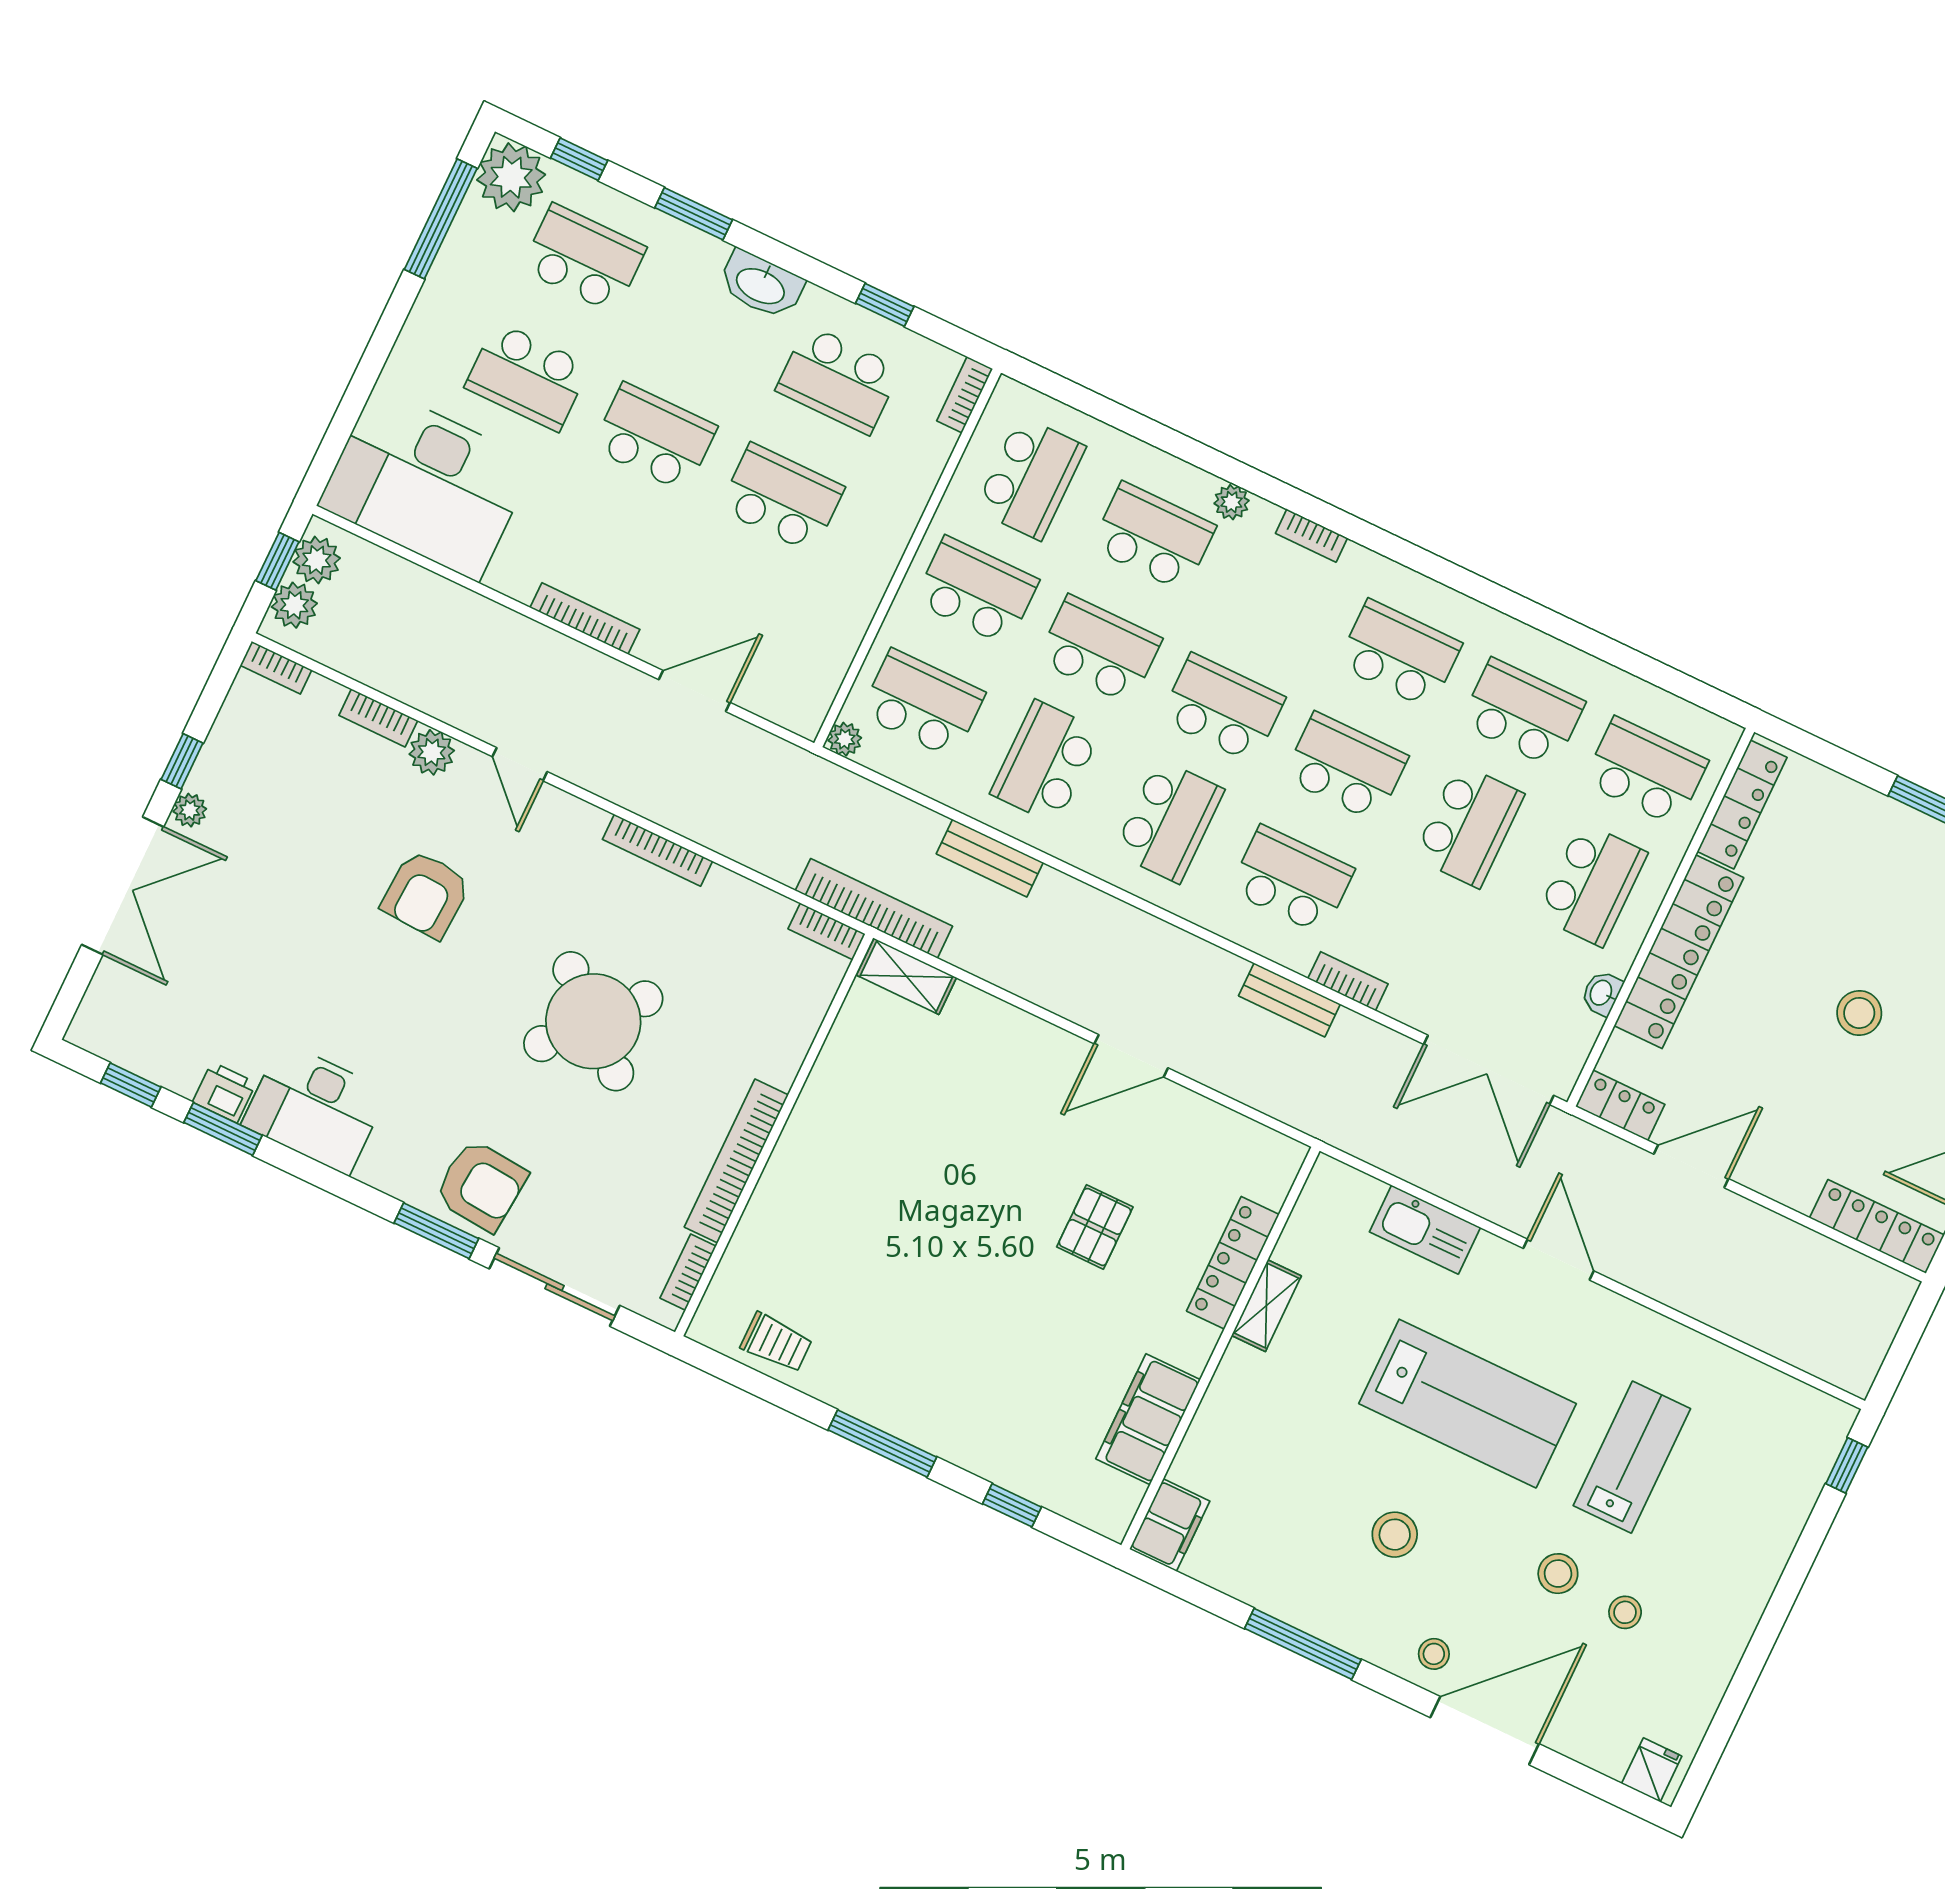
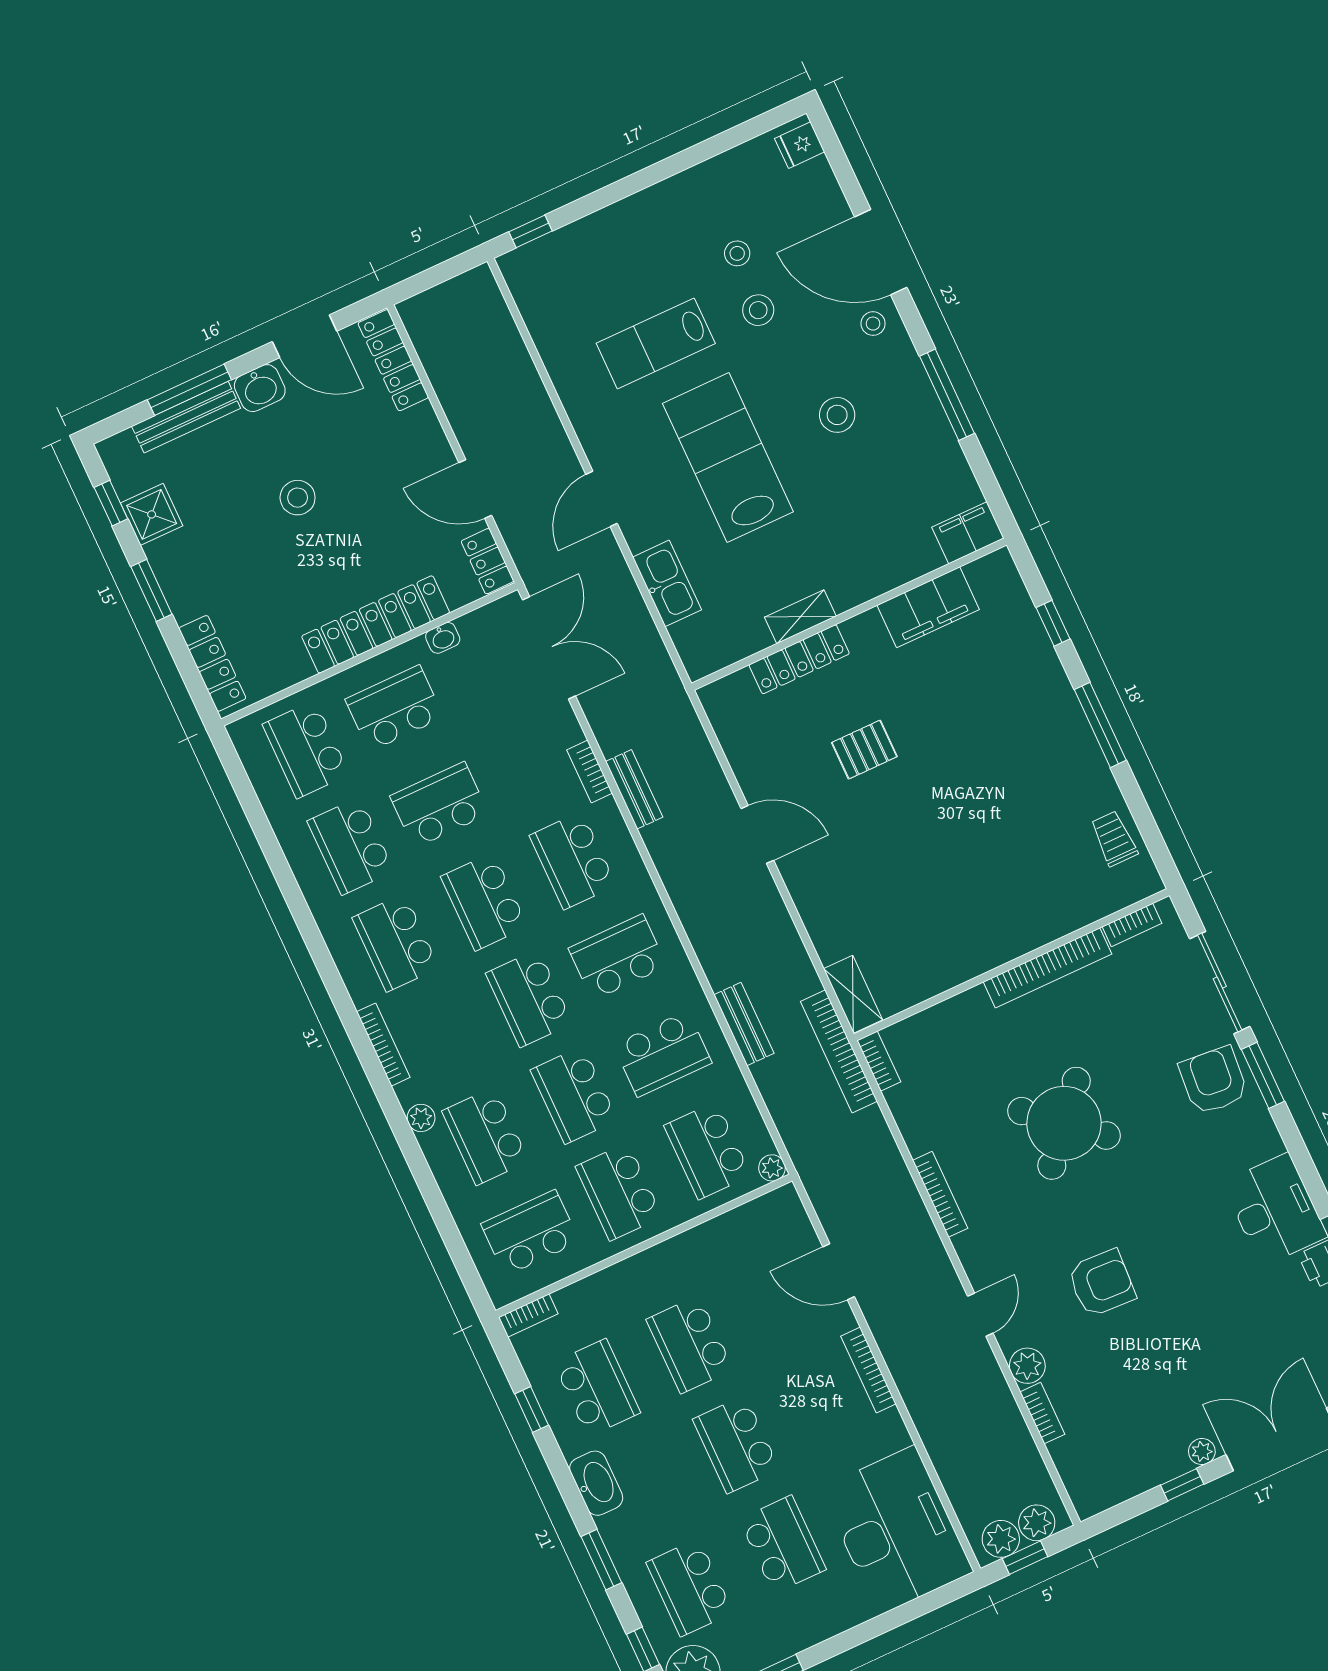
bookcase: (1311, 536) -> (383, 1045), width x1.56
bookcase: (276, 668) -> (1079, 1494), removed
locker: (1742, 804) -> (212, 663), moved, turned 90

